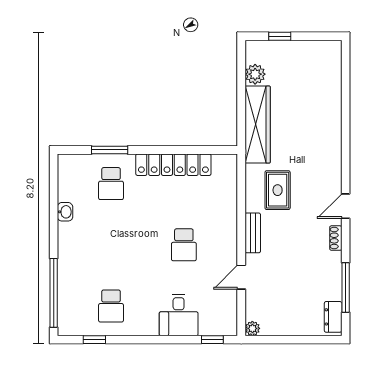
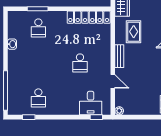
locker: (173, 165) -> (89, 17), moved
door: (241, 277) -> (113, 81), swing flipped
desk: (179, 315) -> (91, 103), moved

